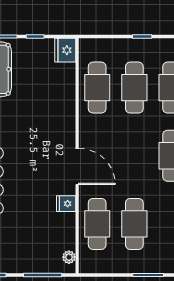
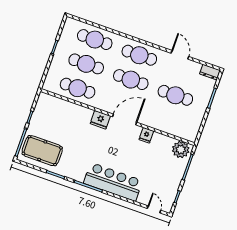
fridge: (65, 50) -> (100, 120), moved
cafe table: (97, 224) -> (131, 80), moved
plant: (69, 257) -> (181, 150), width x1.87, depth x1.87

